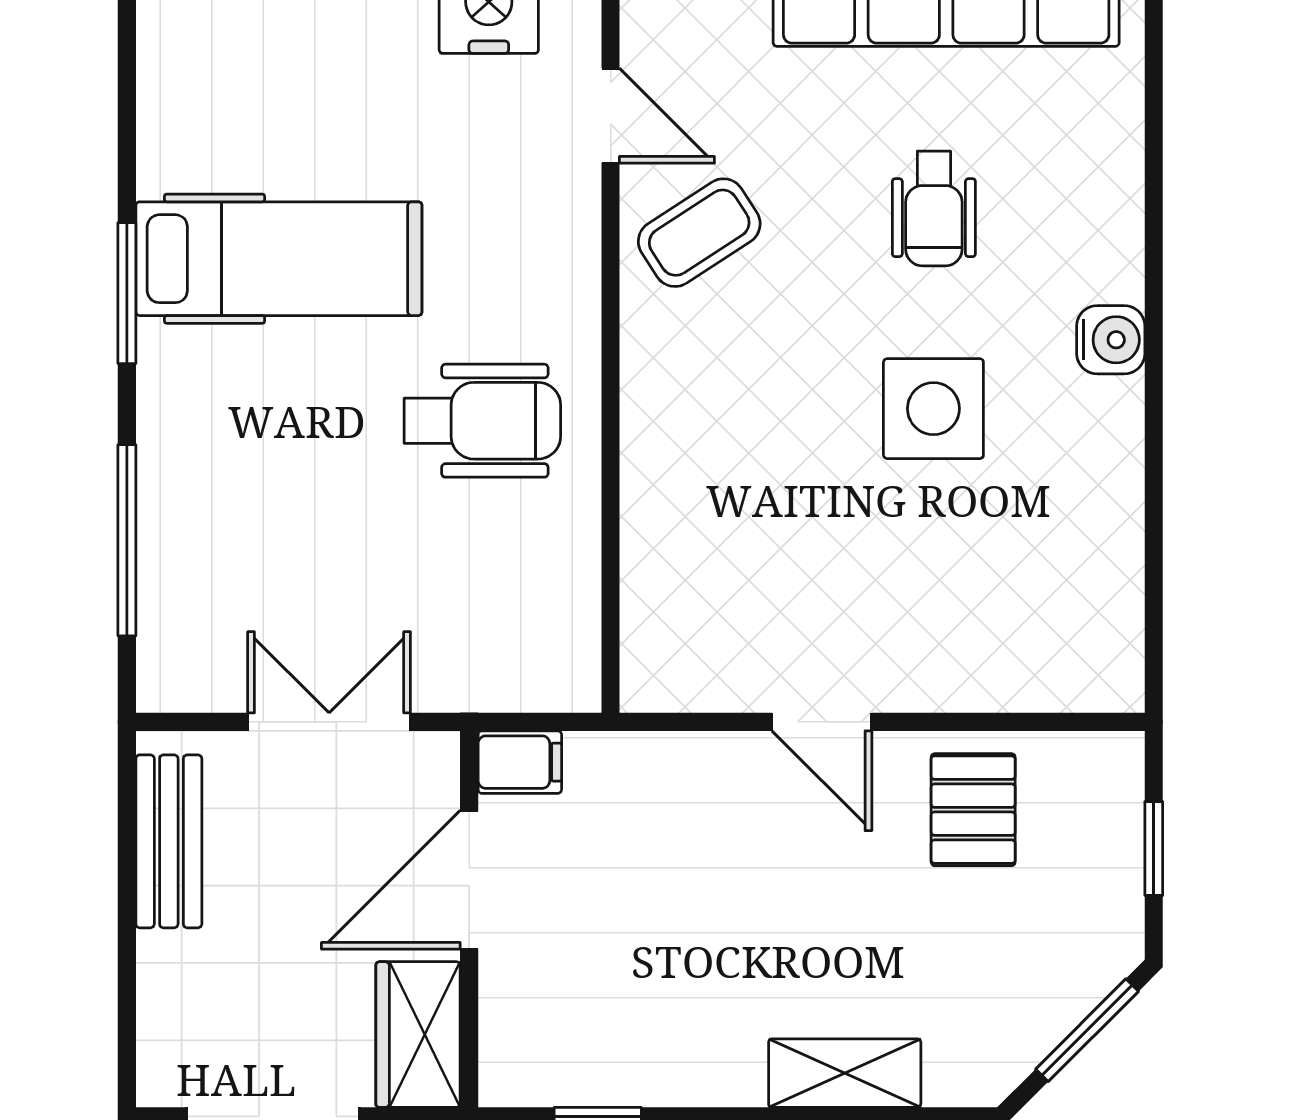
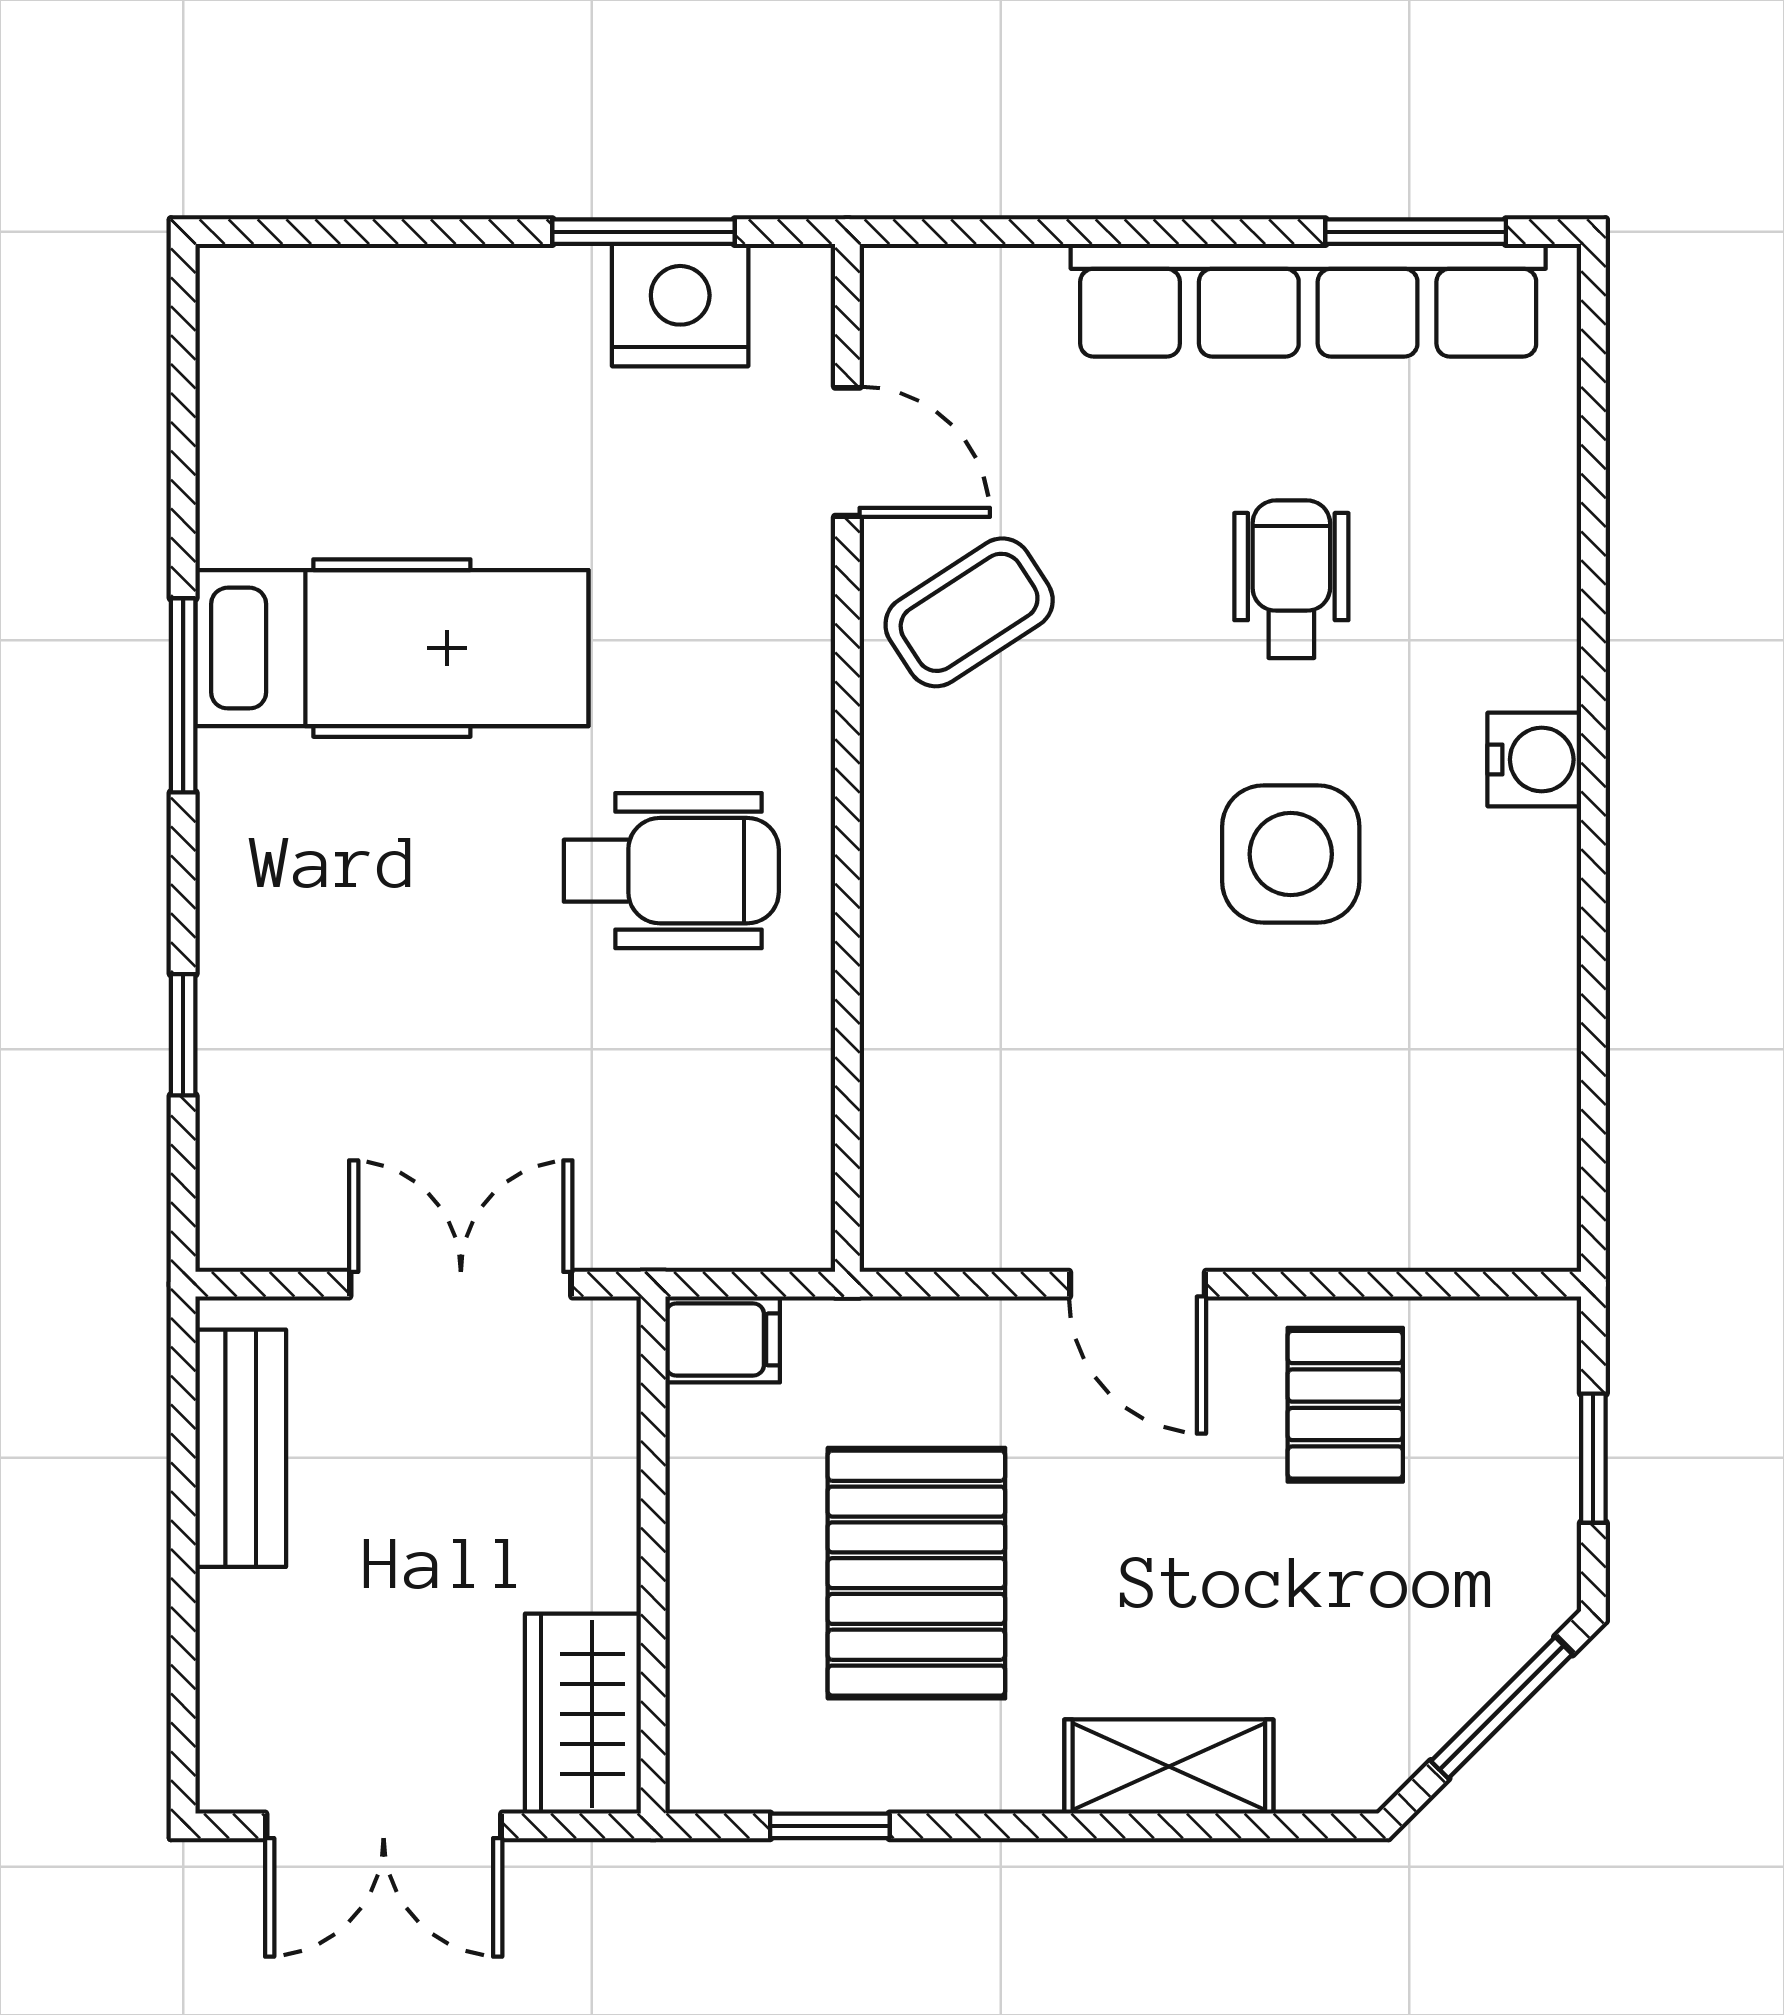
wheelchair: (934, 208) -> (1291, 579), turned 180
window: (127, 540) -> (183, 1035), width x0.46
door: (469, 880) -> (653, 1501), removed
pallet: (661, 932) -> (916, 1573), added

